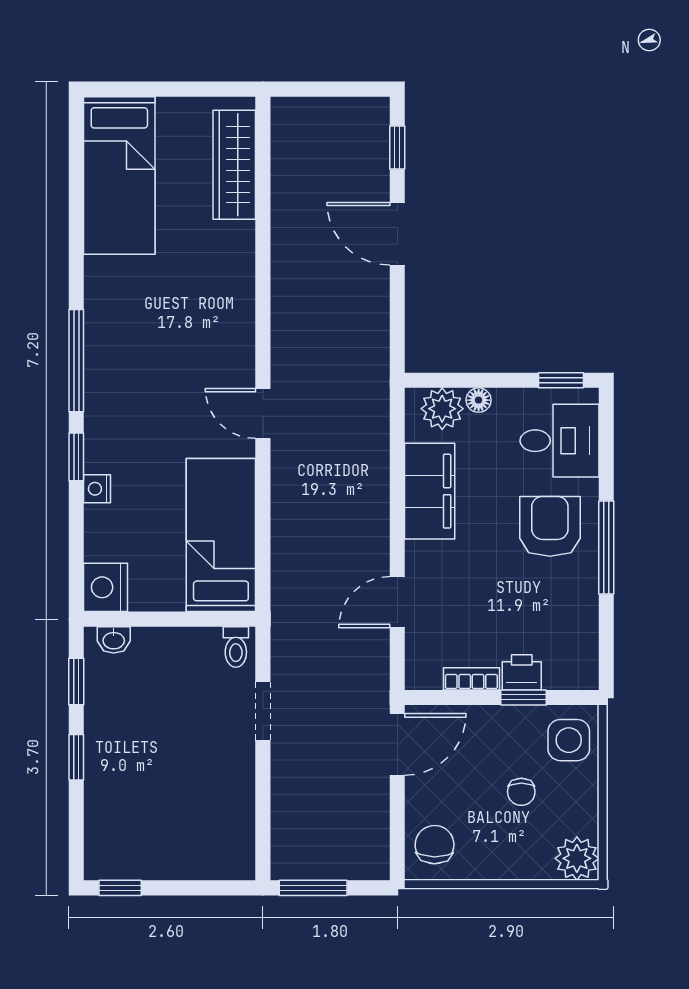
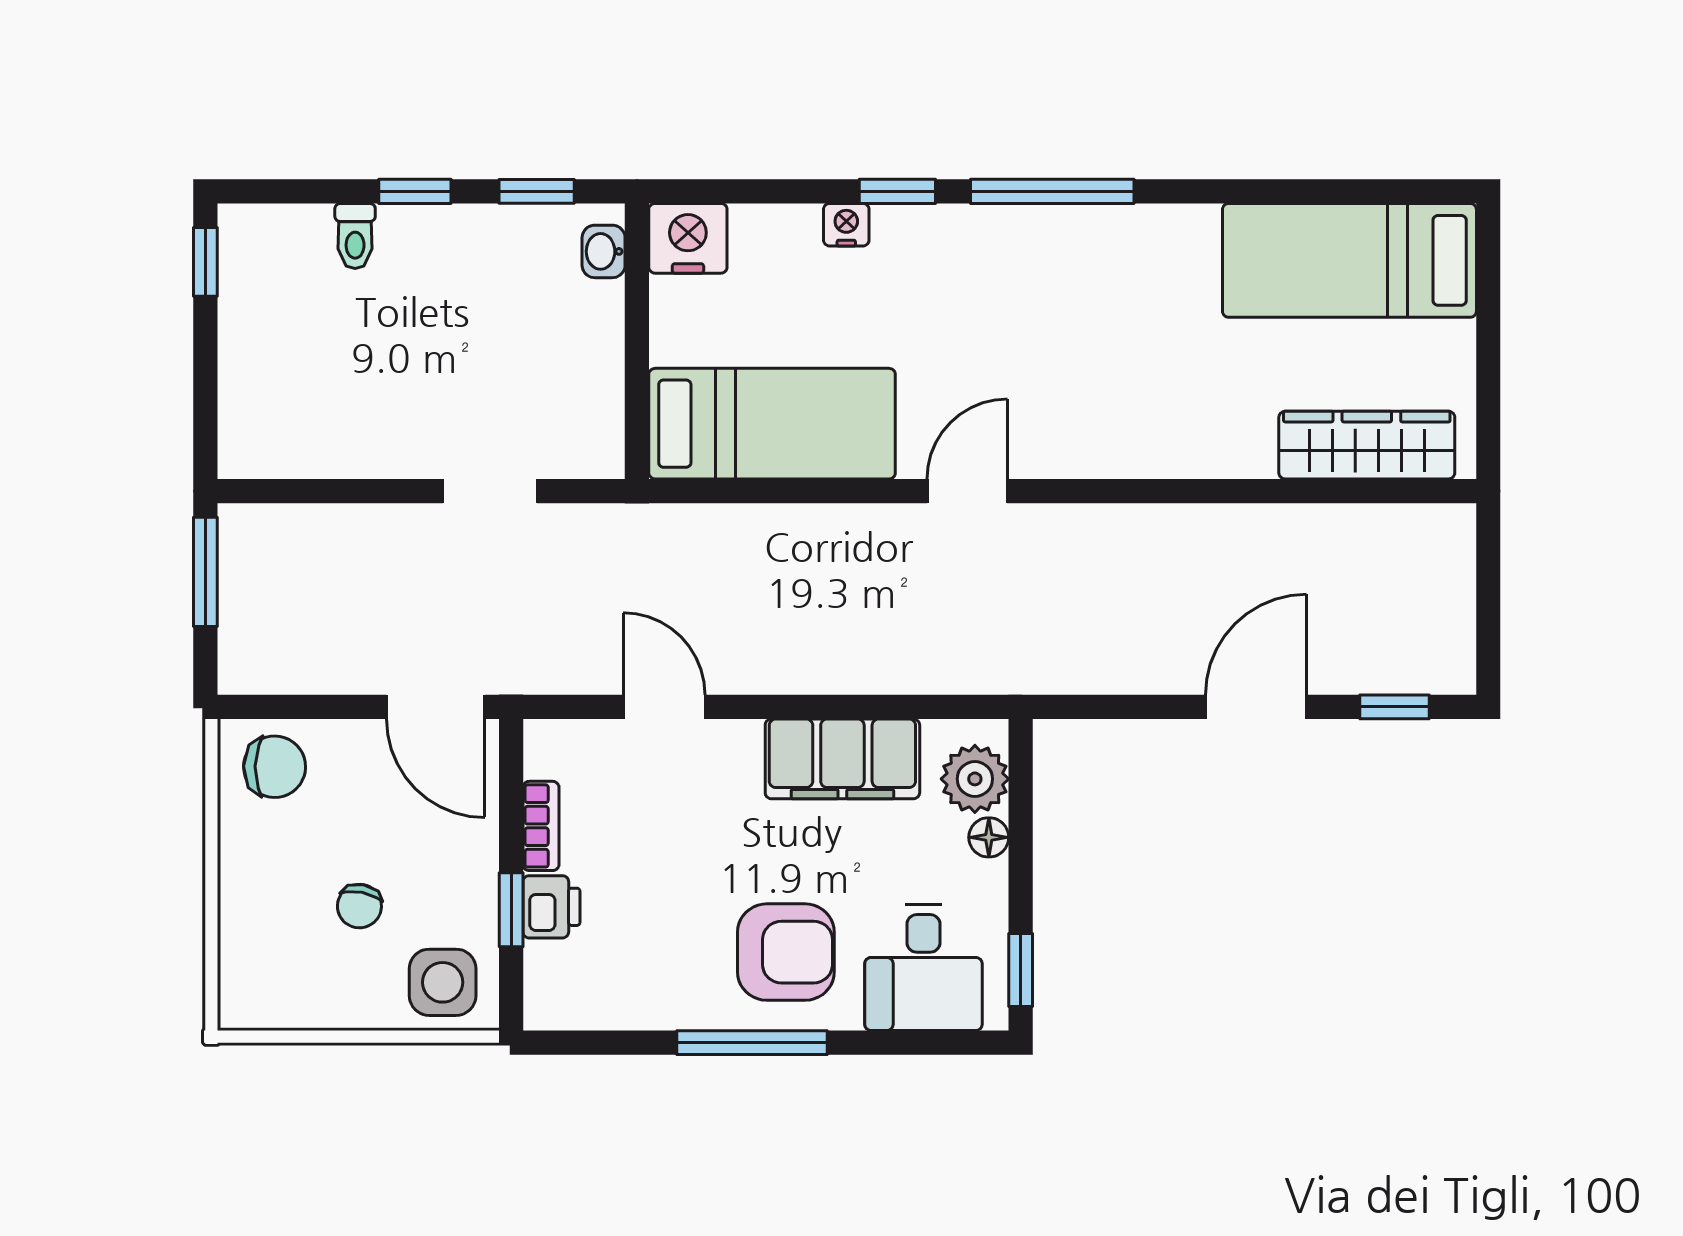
toilet: (236, 647) -> (355, 236), moved, turned -90
chair: (521, 792) -> (359, 906), turned -79
plant: (577, 858) -> (252, 995), removed

